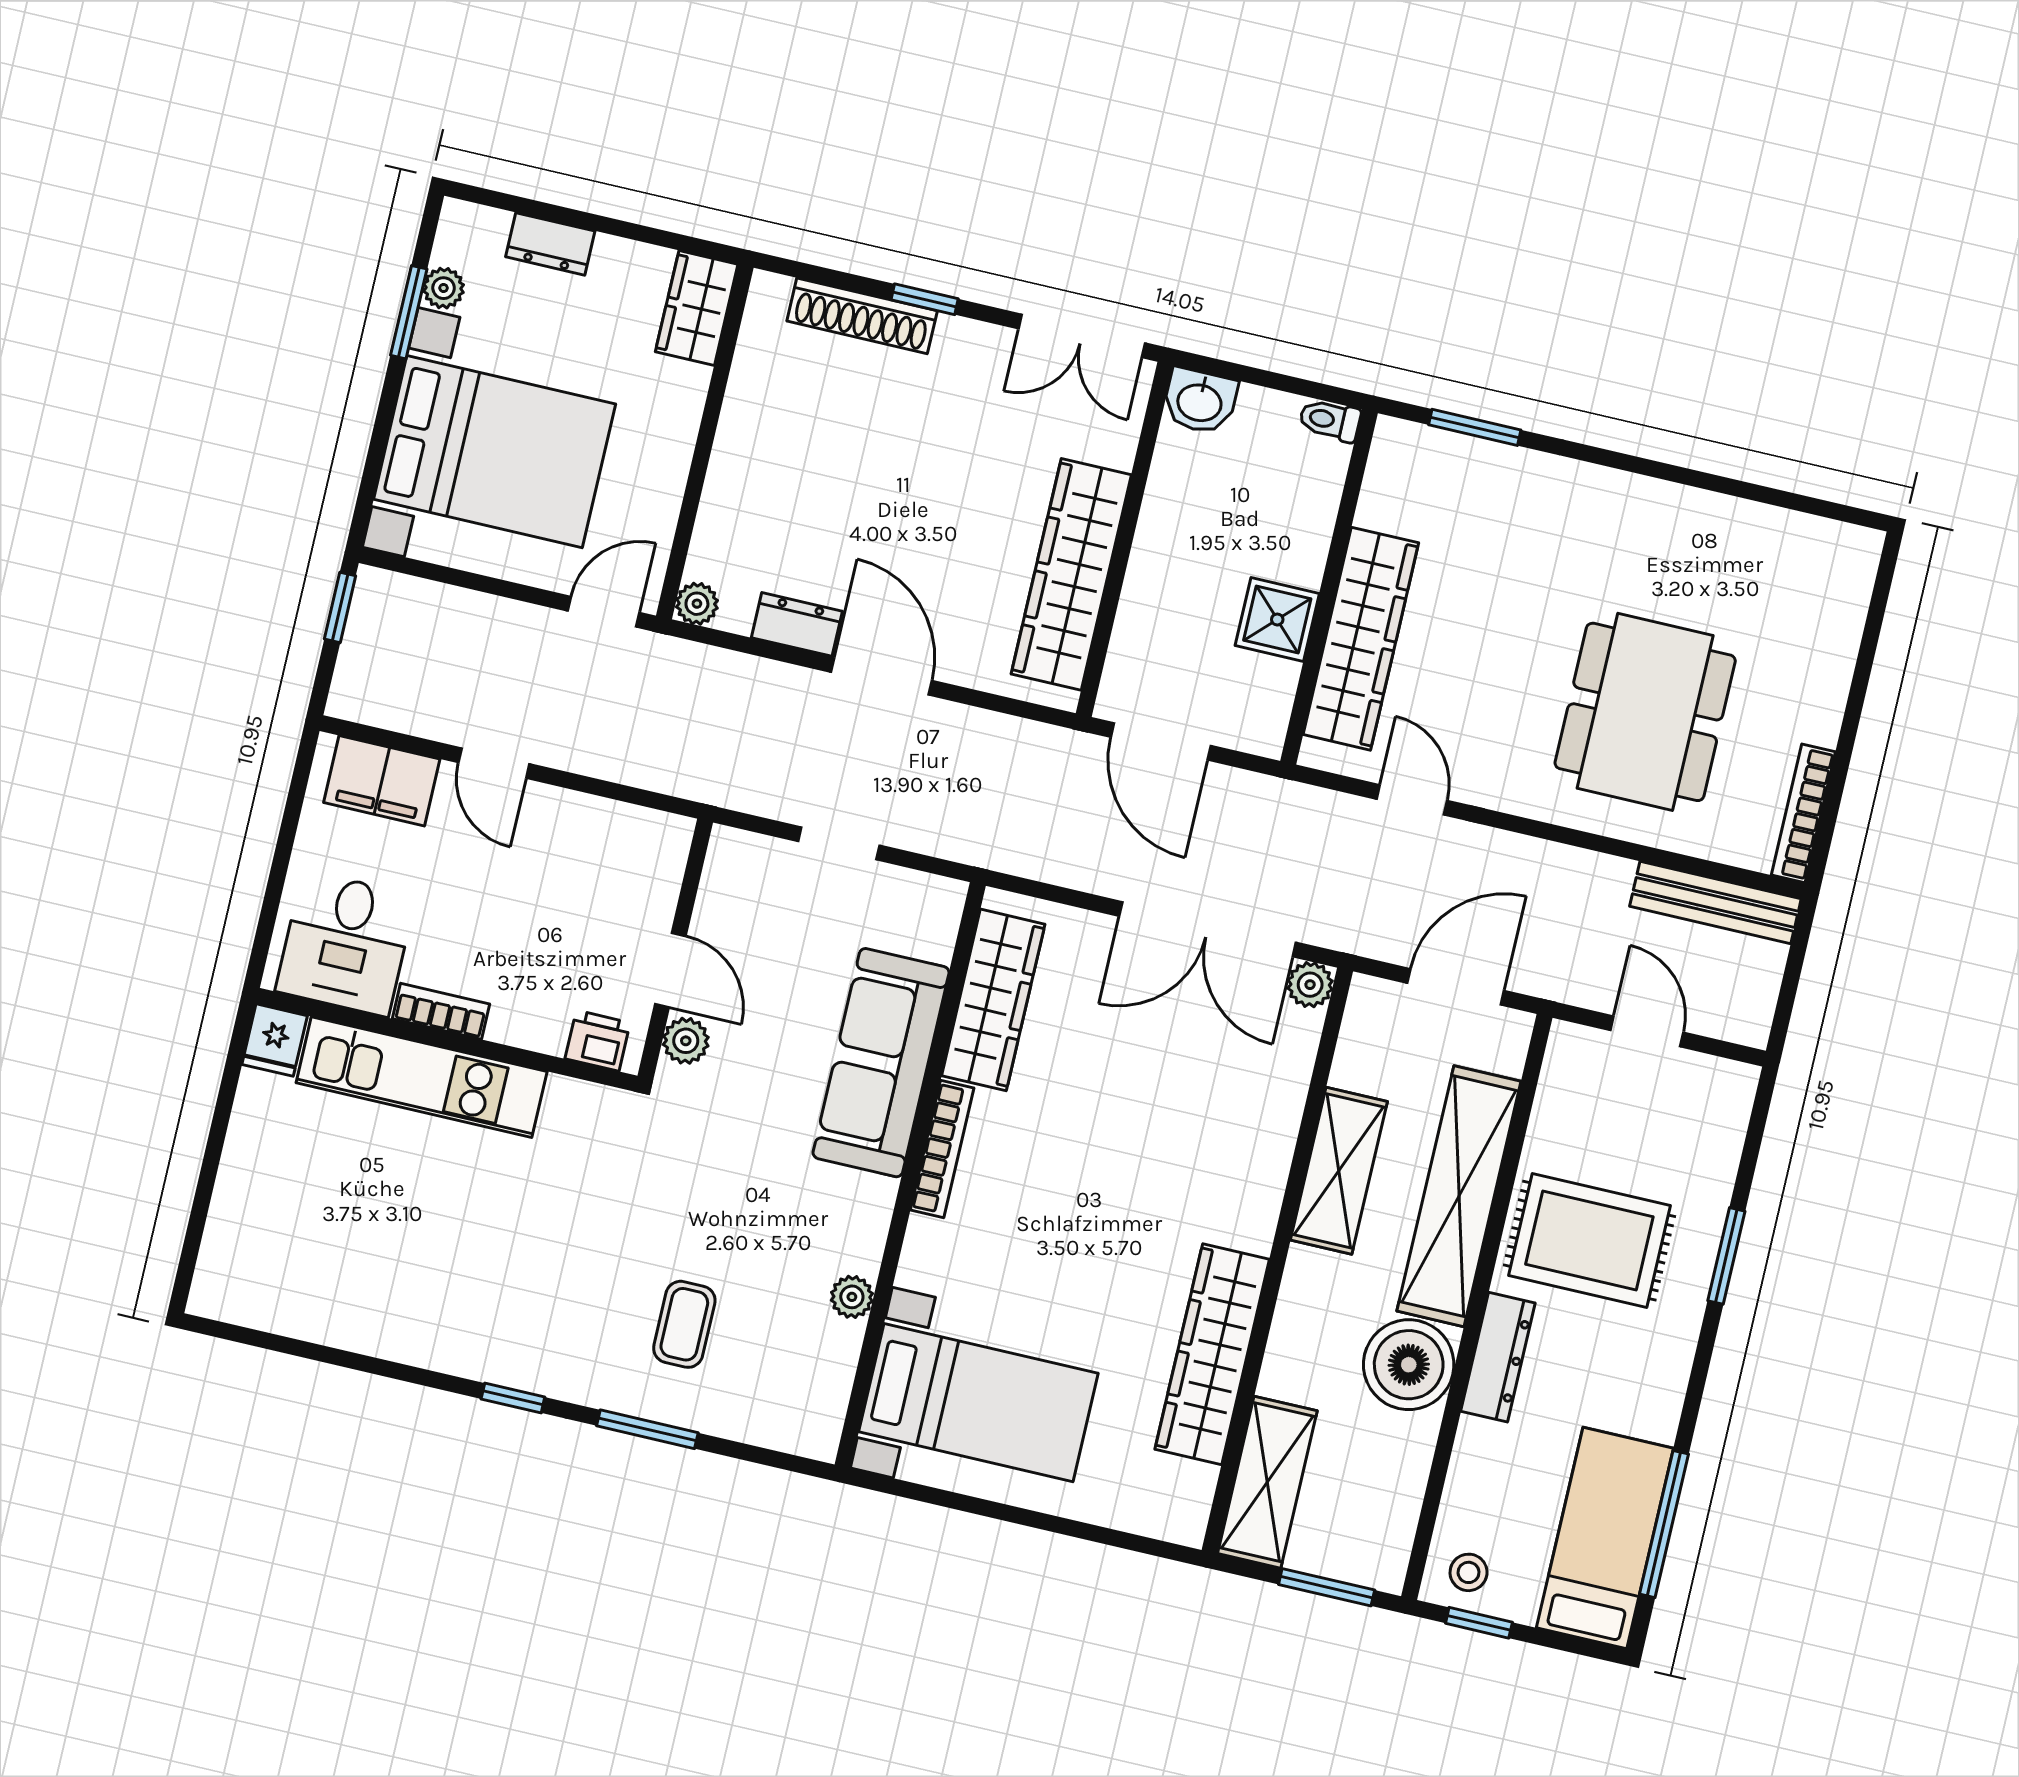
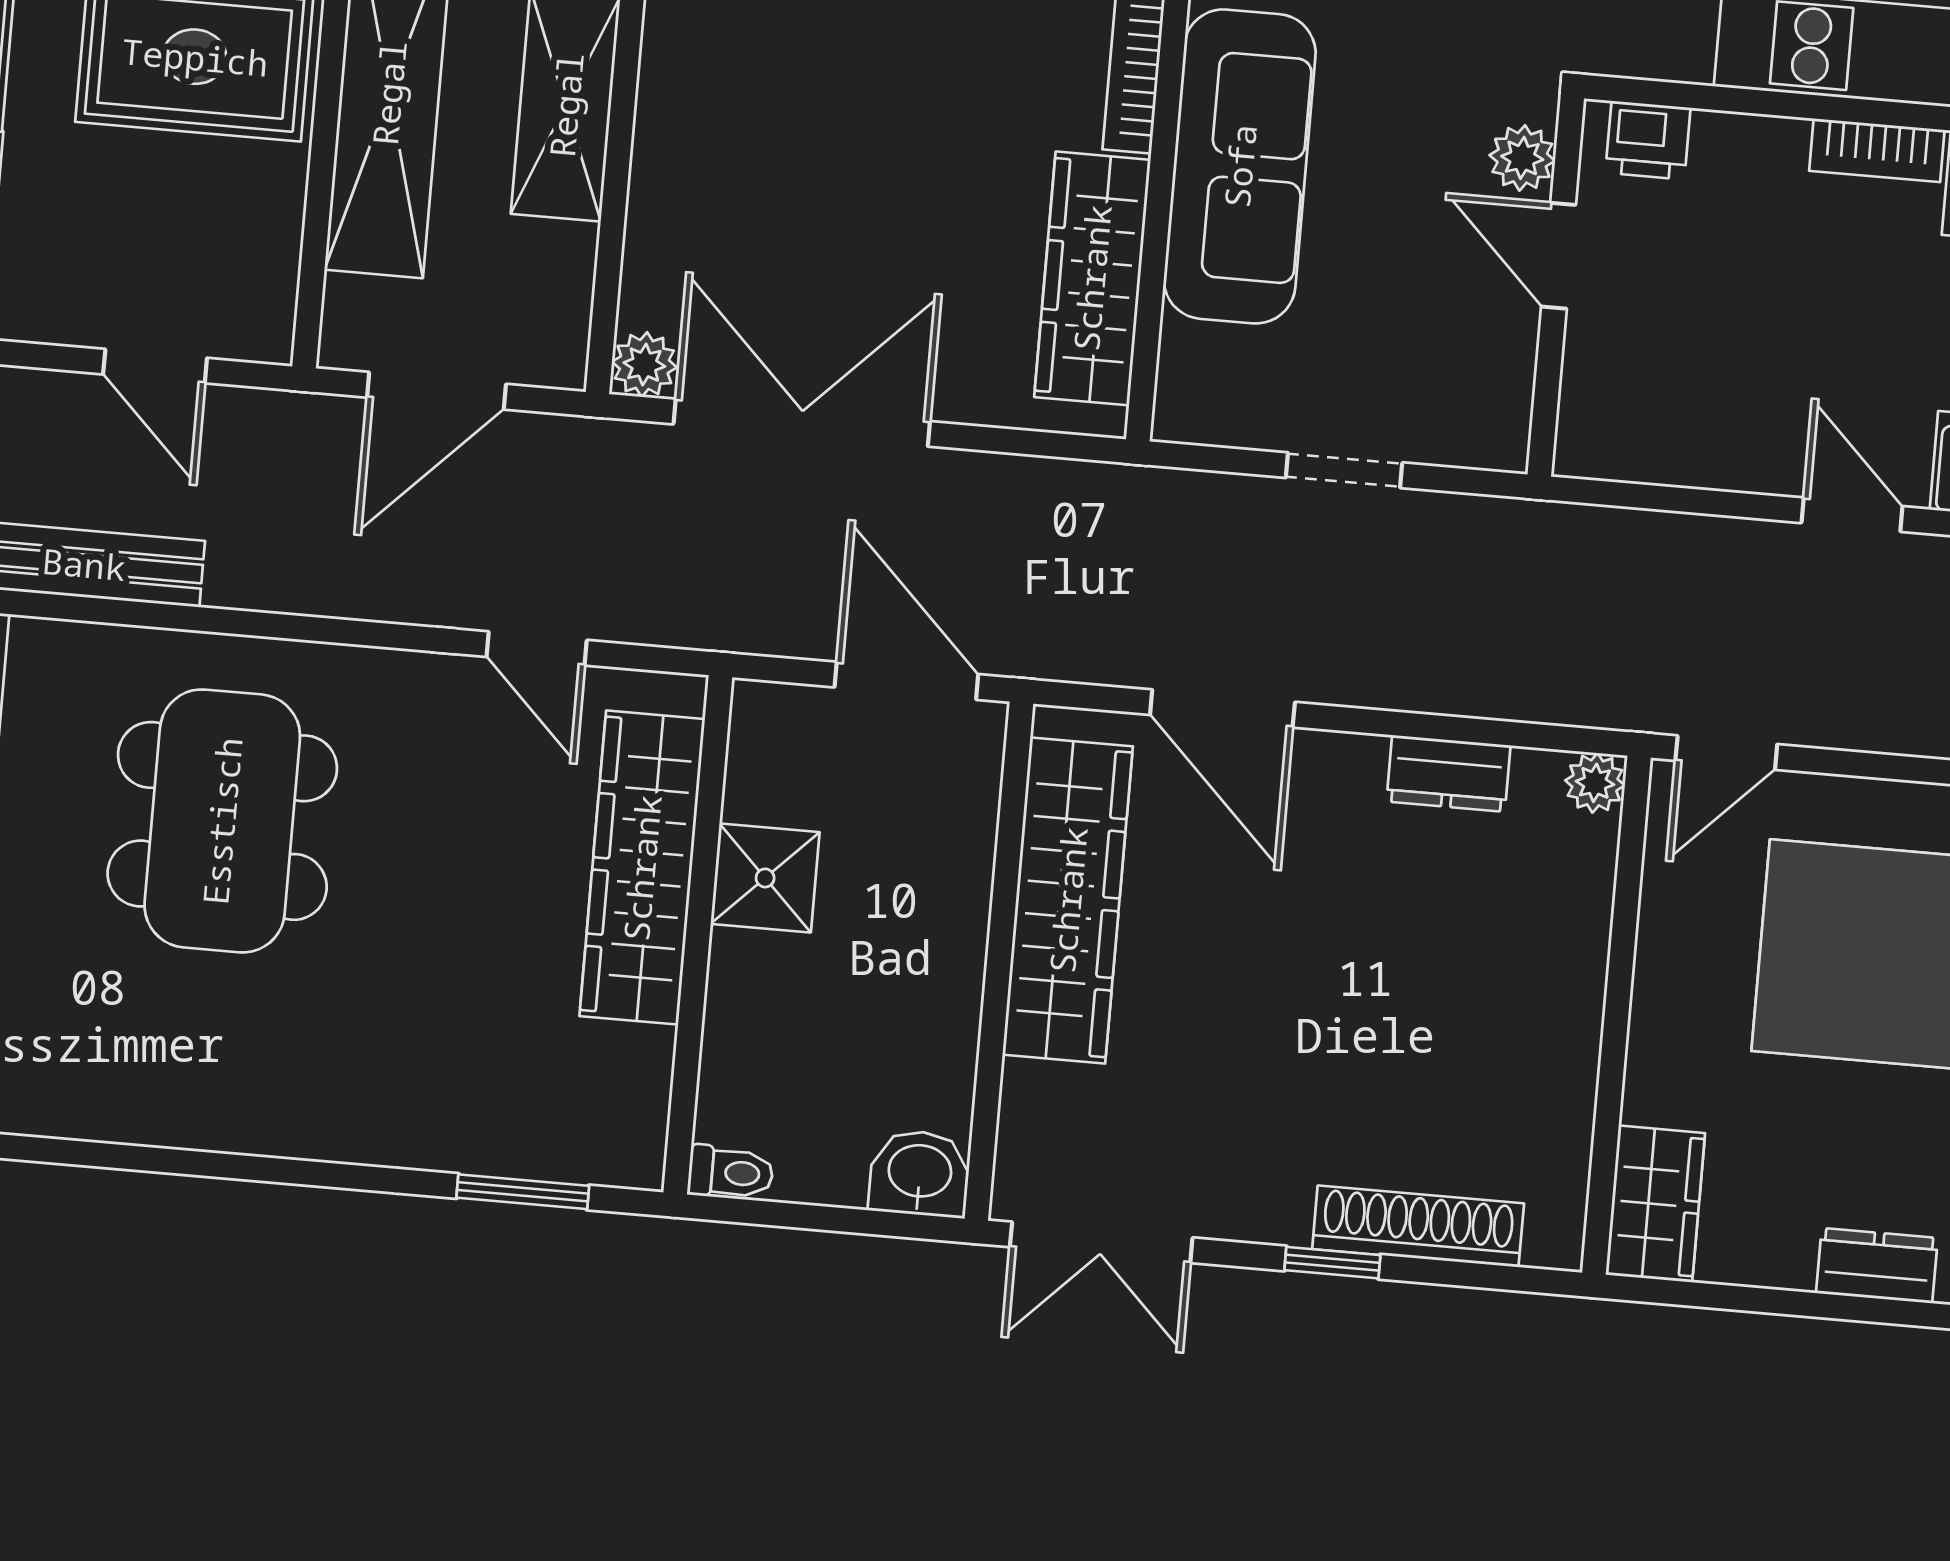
double door: (1082, 336) -> (1101, 1242), swing flipped
door: (881, 676) -> (1222, 708), moved

